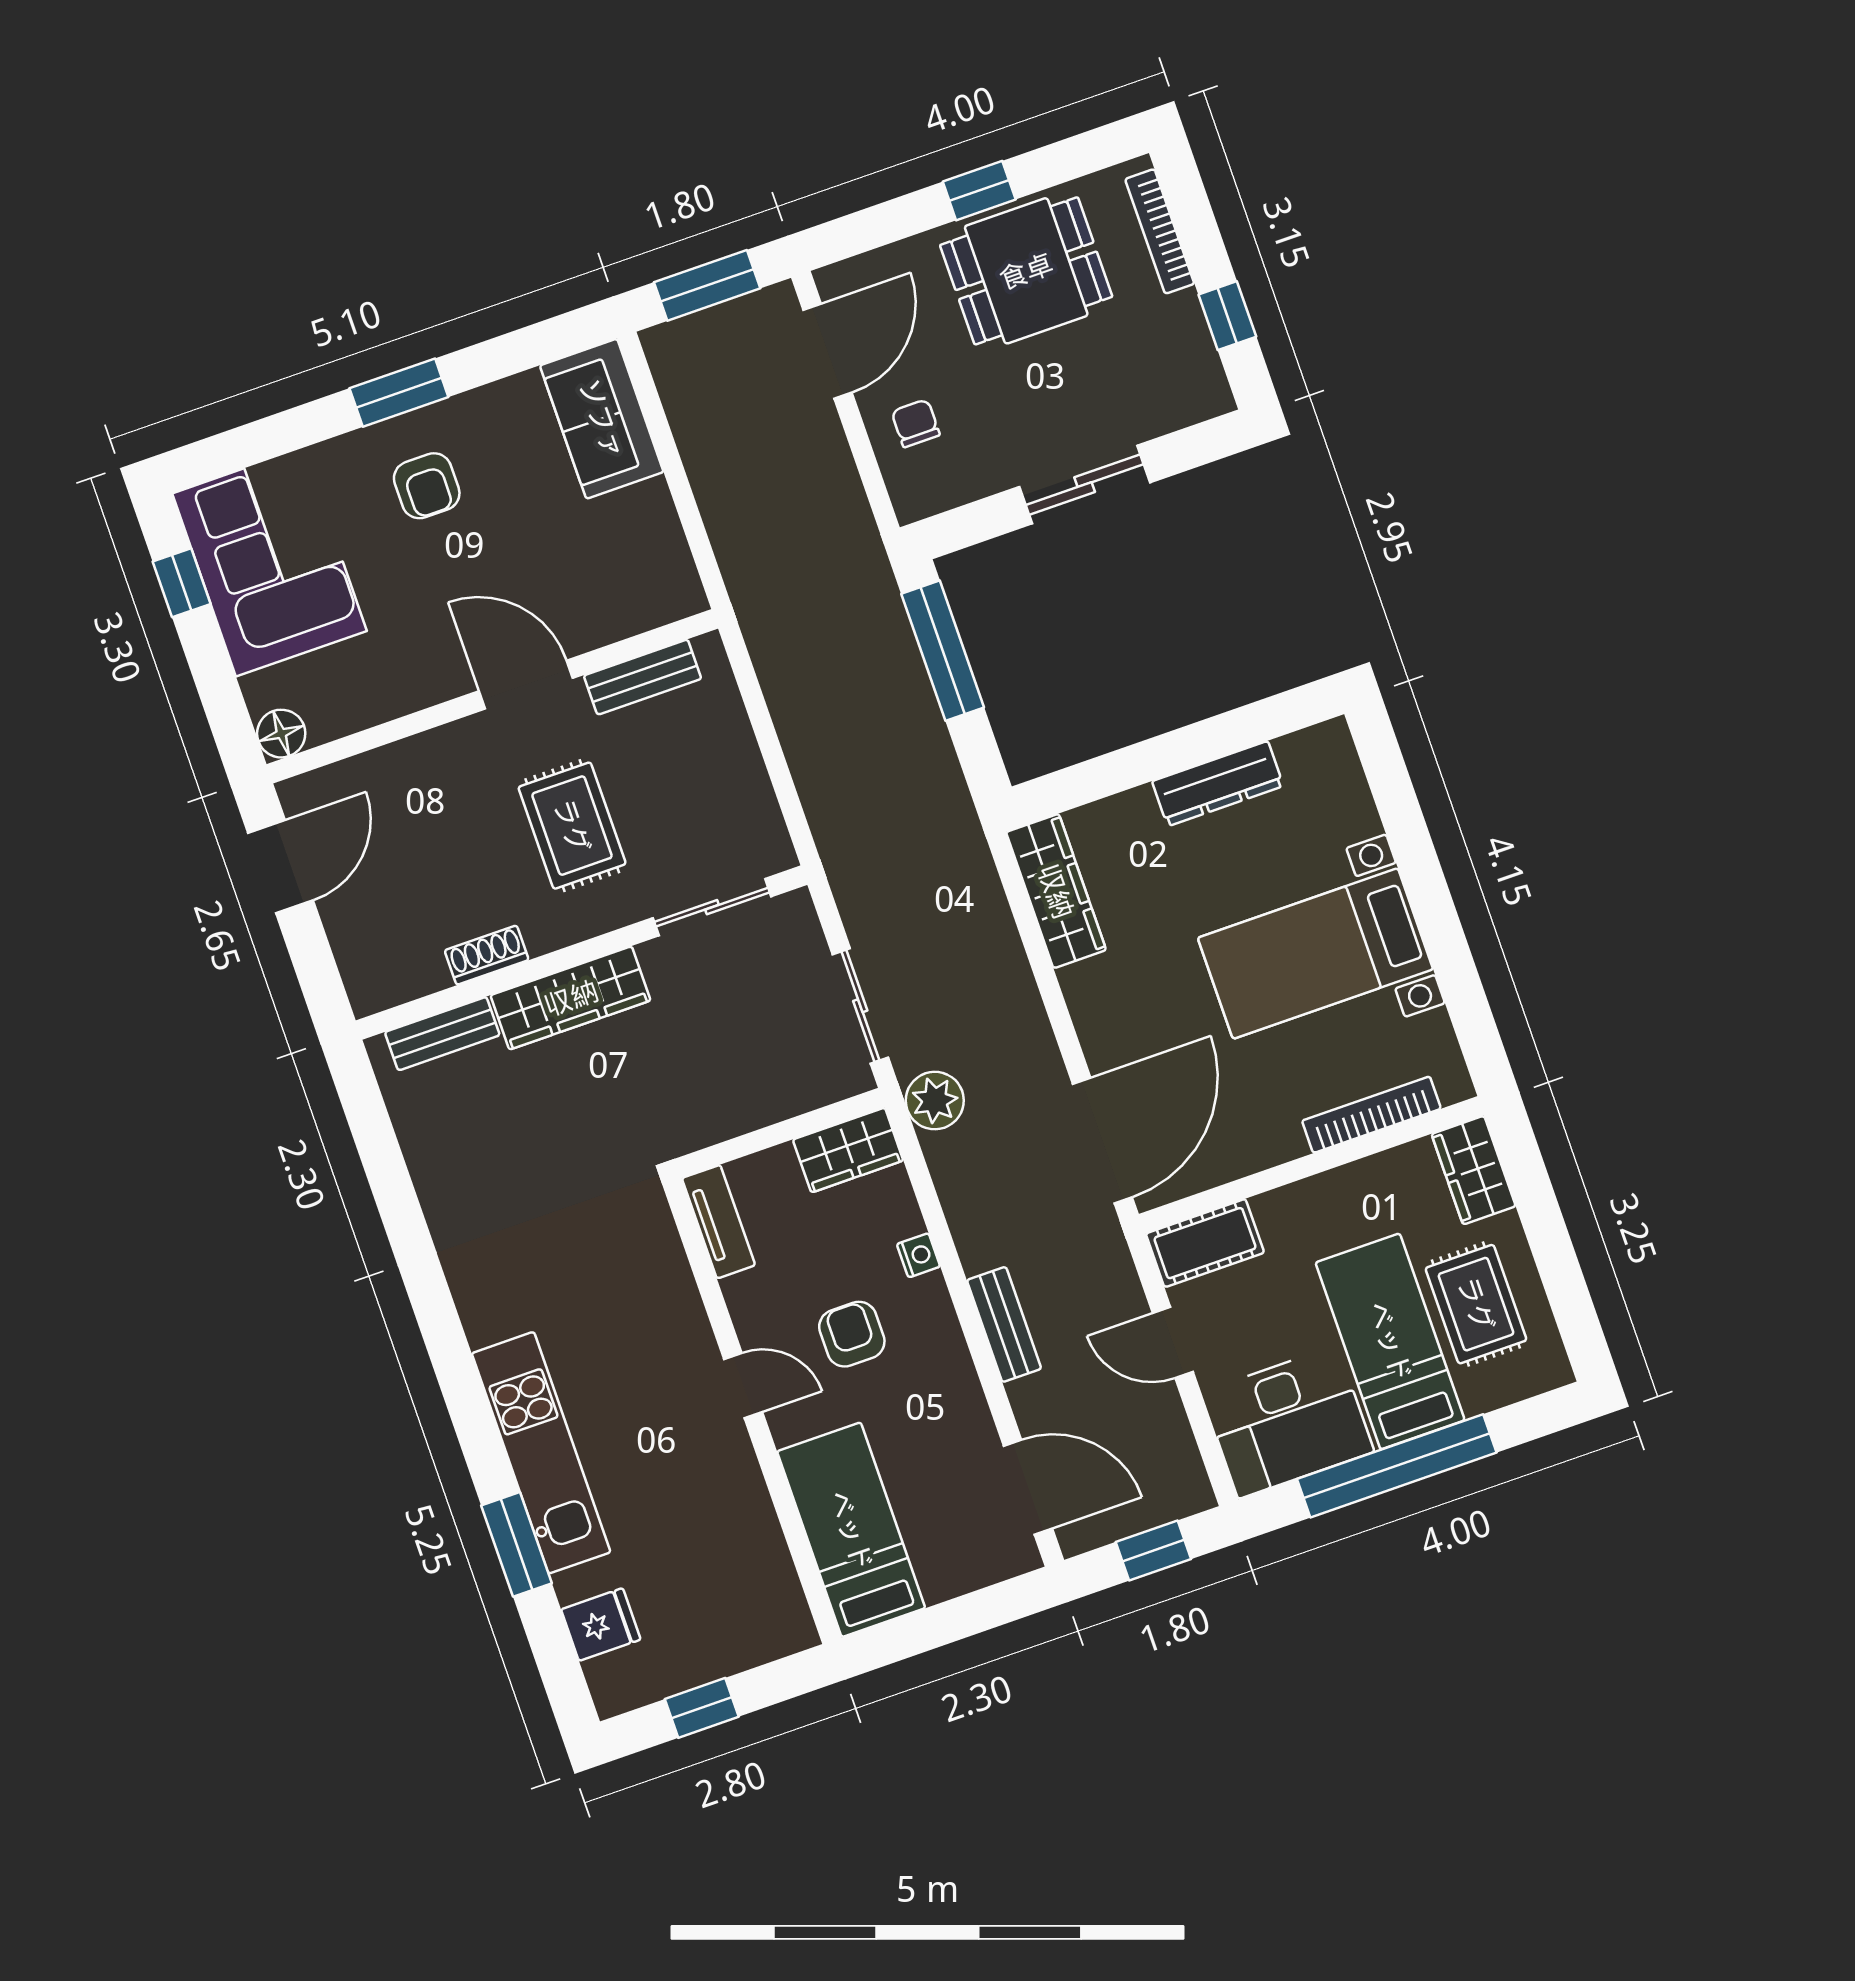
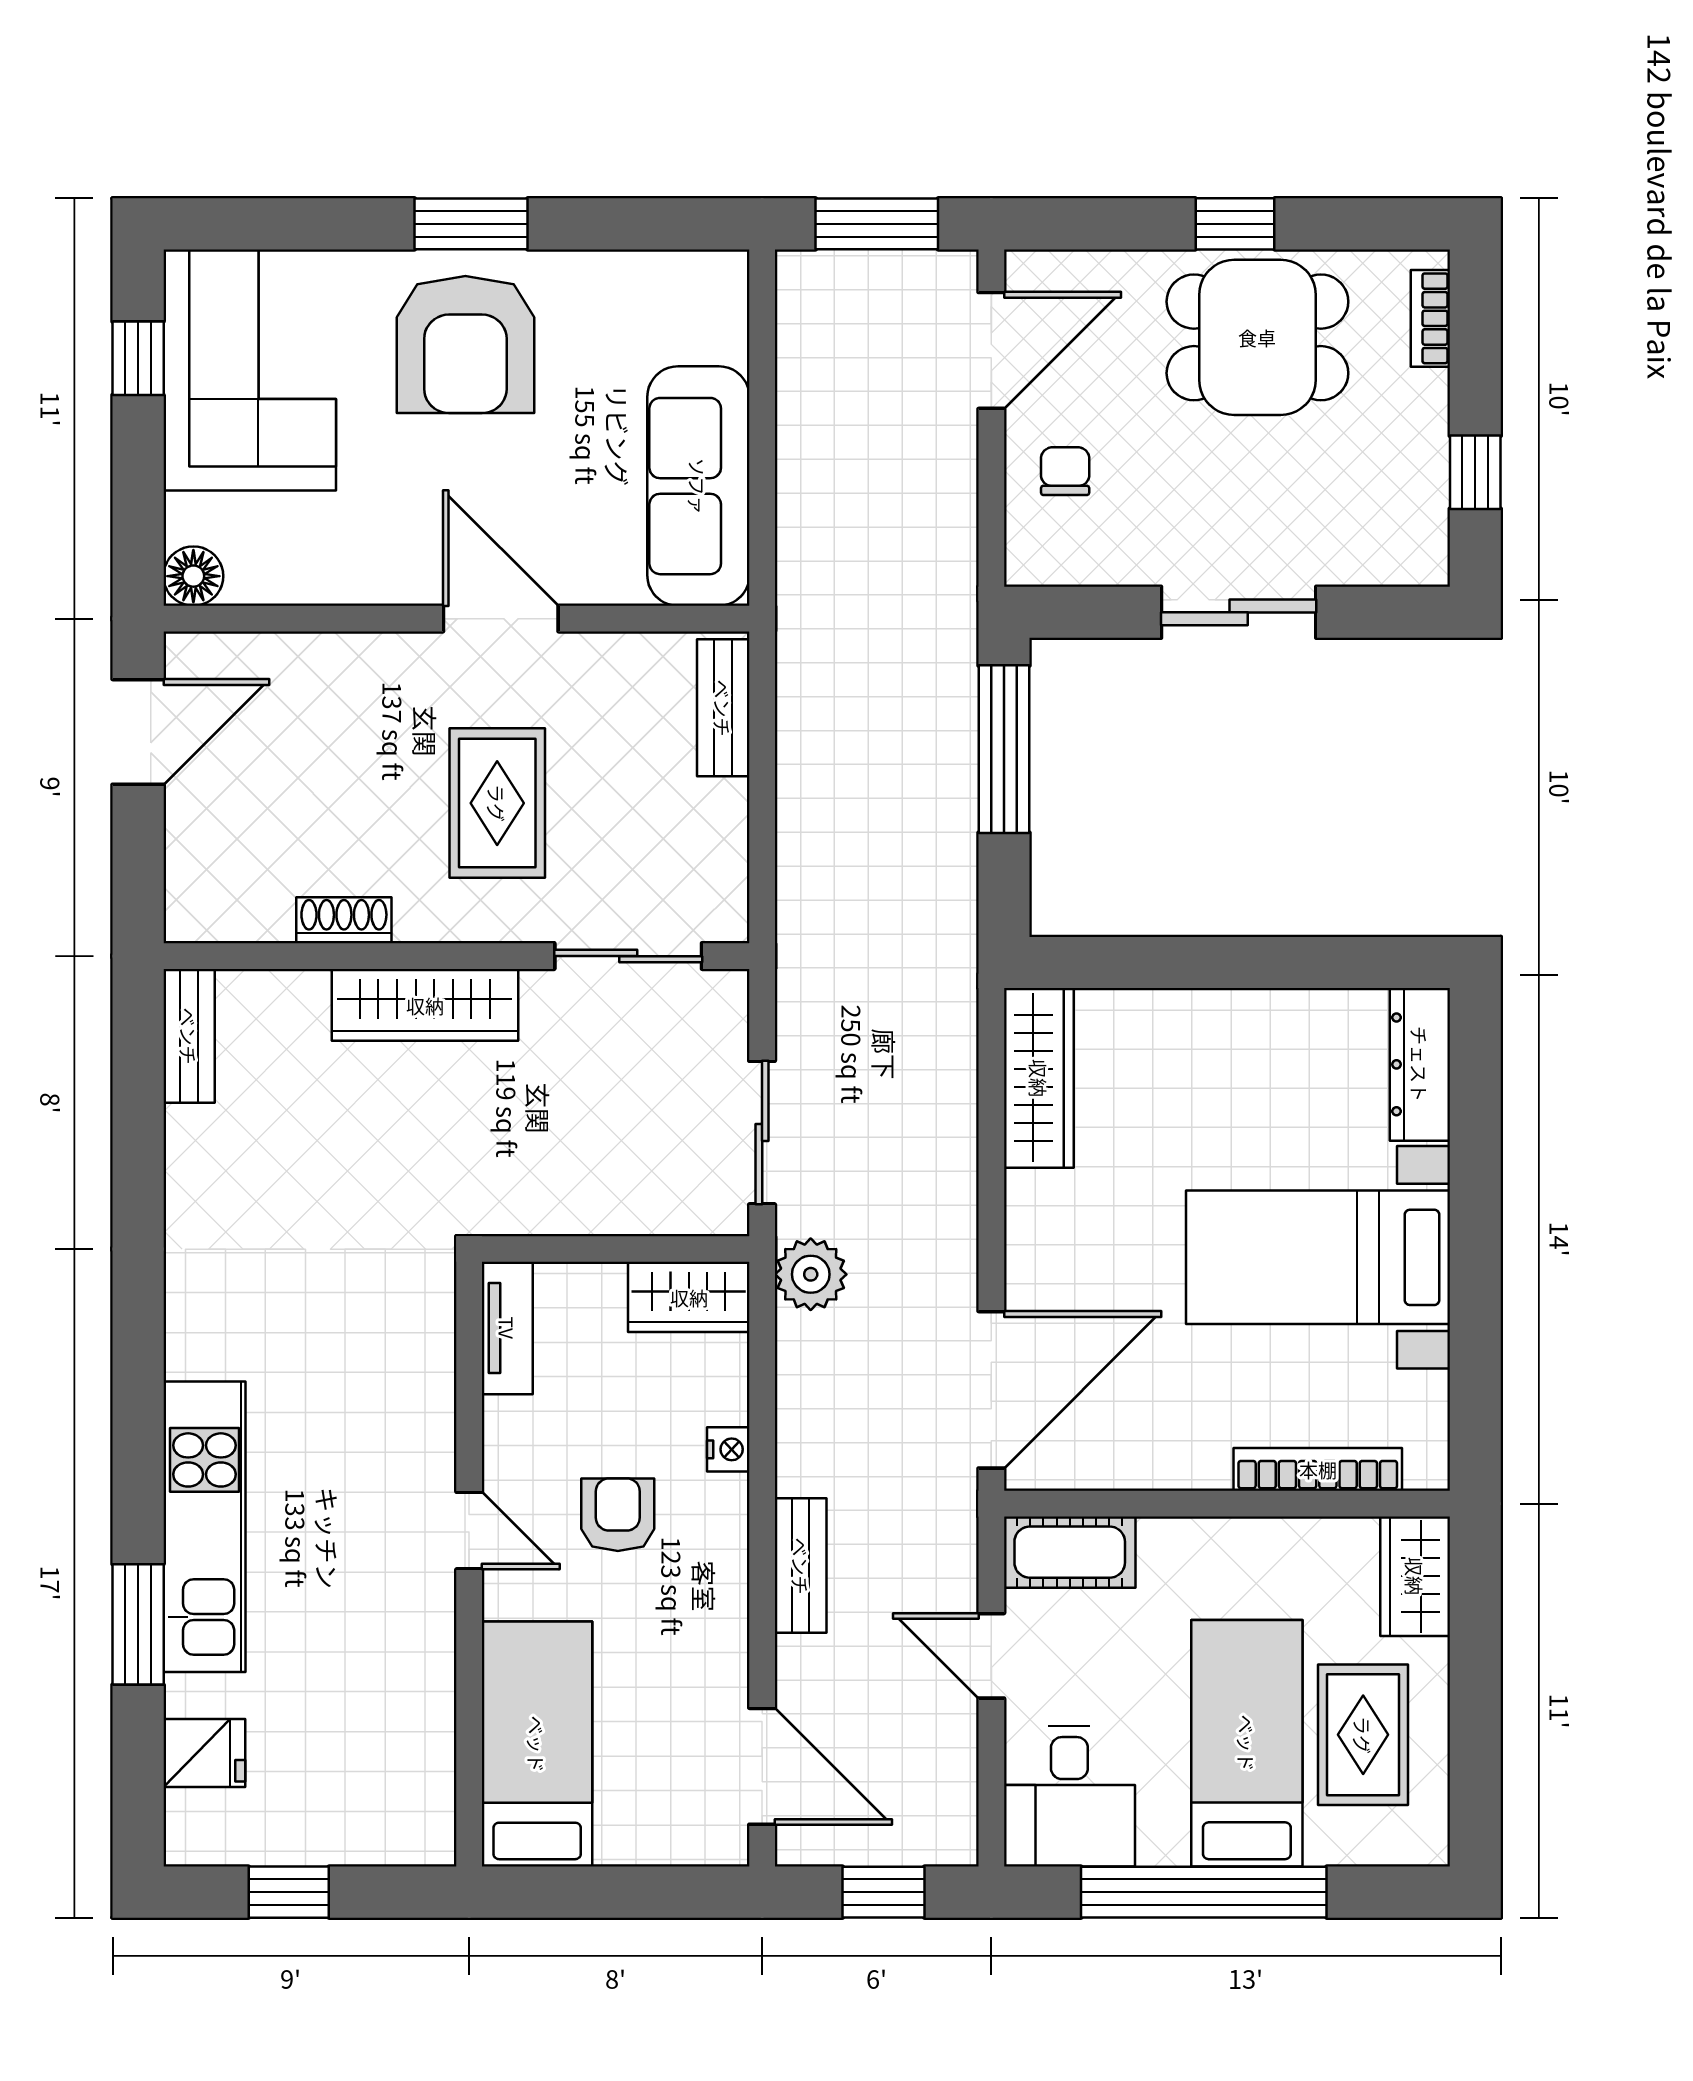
bookcase: (1160, 231) -> (1430, 318), width x0.64
sofa: (602, 419) -> (698, 486), moved, width x1.36
armchair: (427, 486) -> (465, 345), width x1.88, depth x1.88
bench: (643, 677) -> (723, 708), moved, turned 90
dresser: (1218, 784) -> (1420, 1064), moved, turned 90
bench: (442, 1034) -> (189, 1036), moved, turned 90
desk: (1288, 1422) -> (1069, 1796), width x0.73

